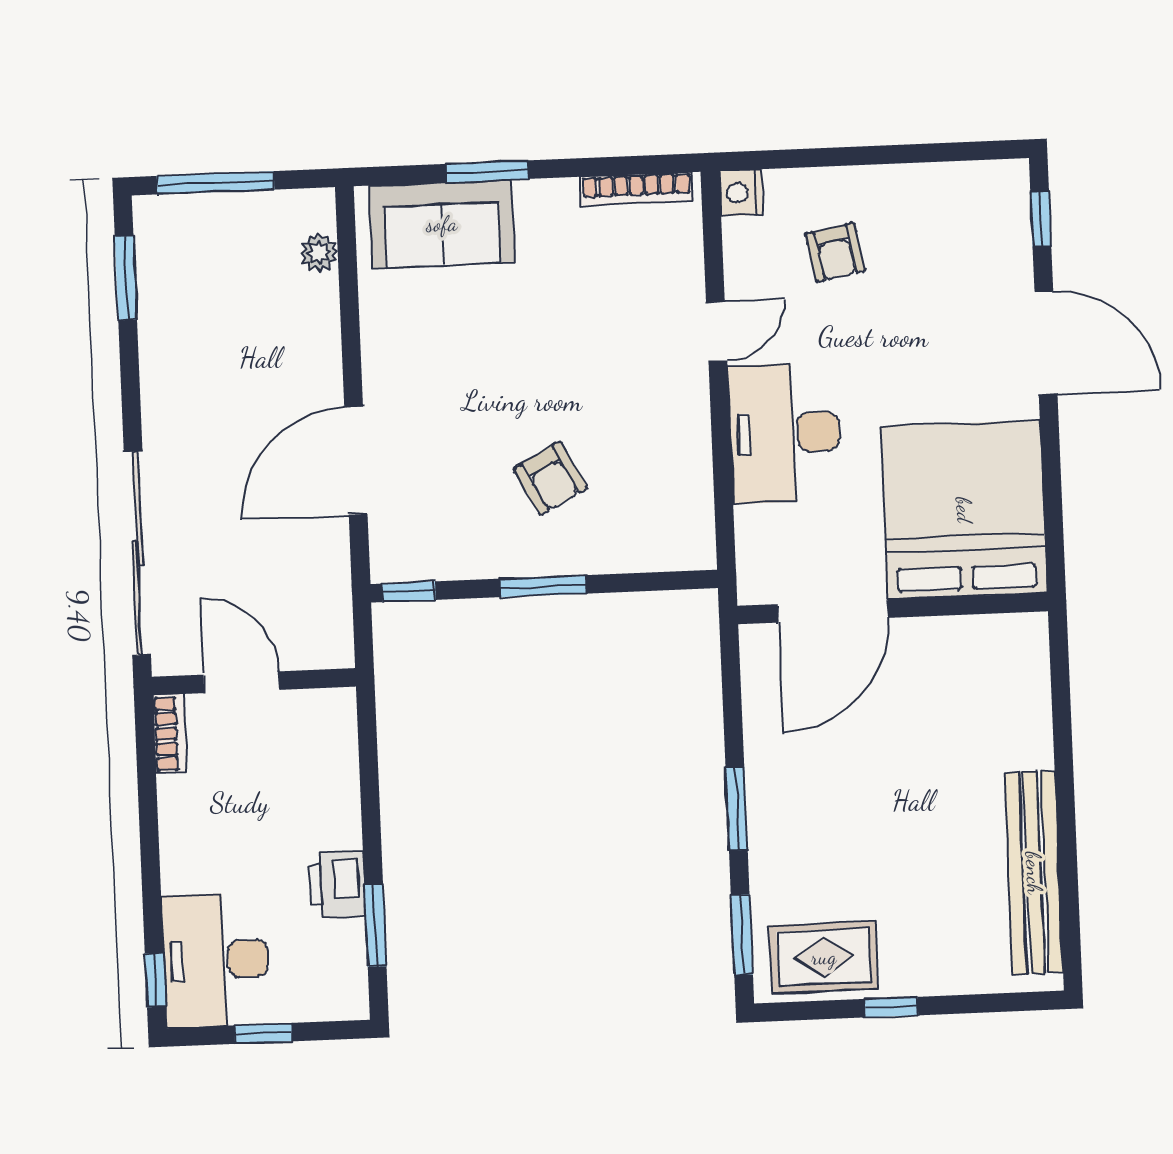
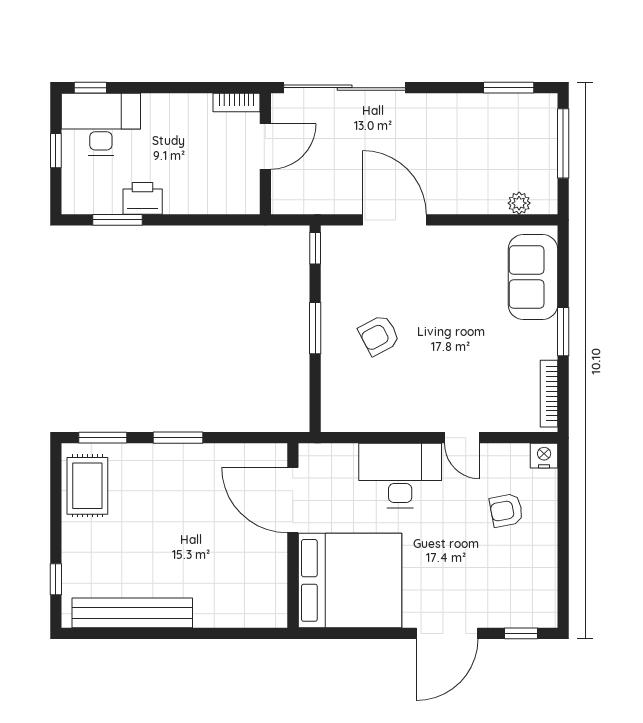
window: (488, 171) -> (563, 332), moved
window: (891, 1007) -> (56, 579), moved

